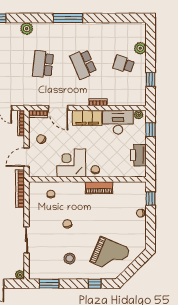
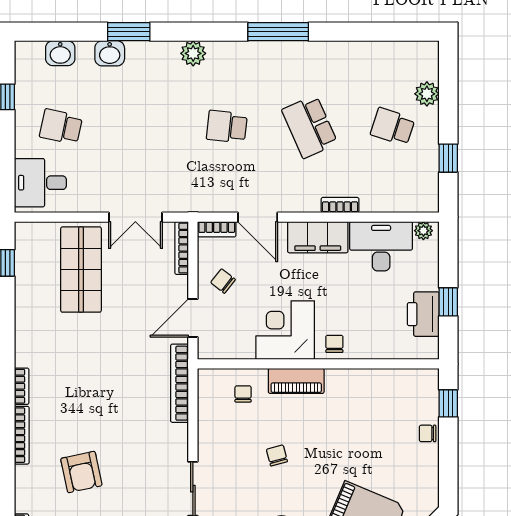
school desk: (43, 64) -> (227, 127), width x0.54
window: (151, 130) -> (448, 302), moved
piano: (99, 188) -> (296, 381), moved

